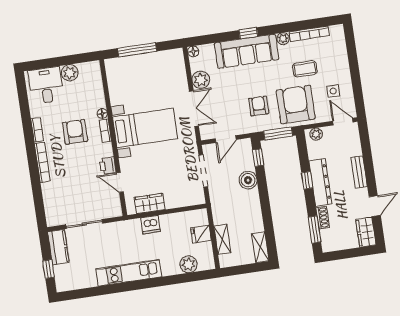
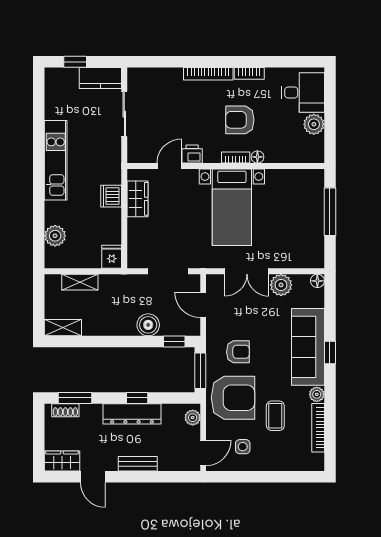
armchair: (75, 132) -> (240, 120), turned 180
shoe rack: (323, 218) -> (65, 410), moved
fridge: (201, 234) -> (112, 257), moved

